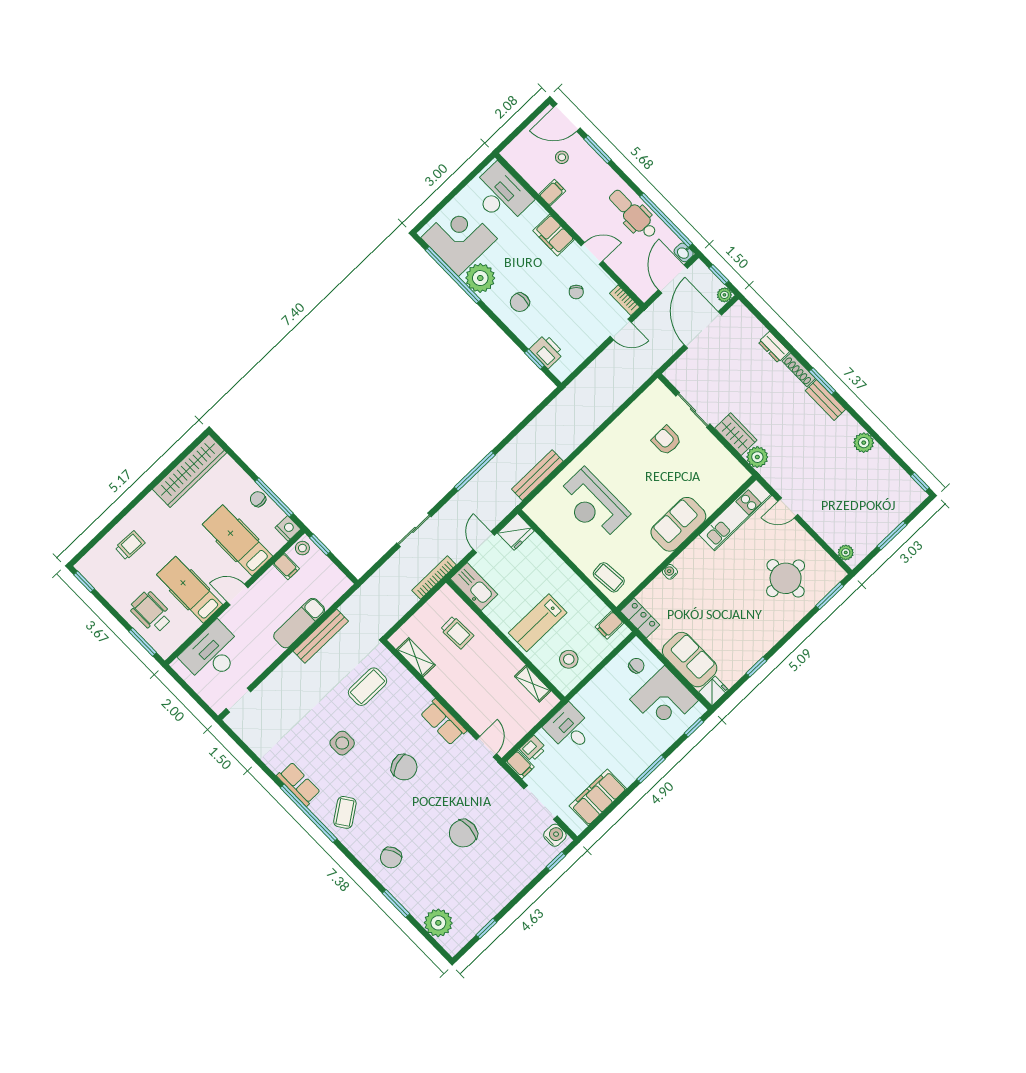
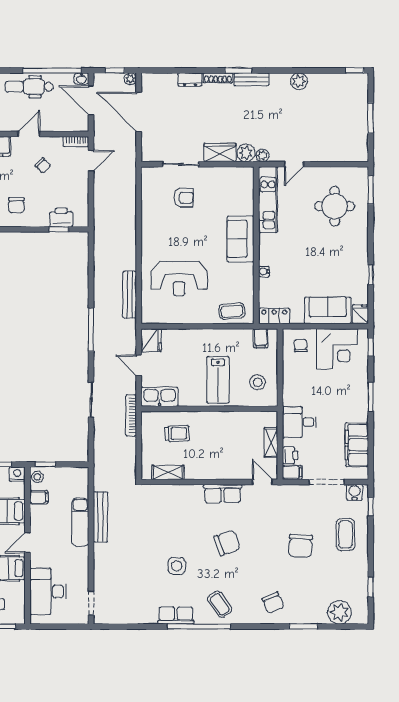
armchair: (666, 441) -> (184, 198), turned 180
plant: (846, 552) -> (263, 155), moved
shelving: (533, 684) -> (271, 442), moved, turned 90
coffee table: (368, 687) -> (345, 535), moved

